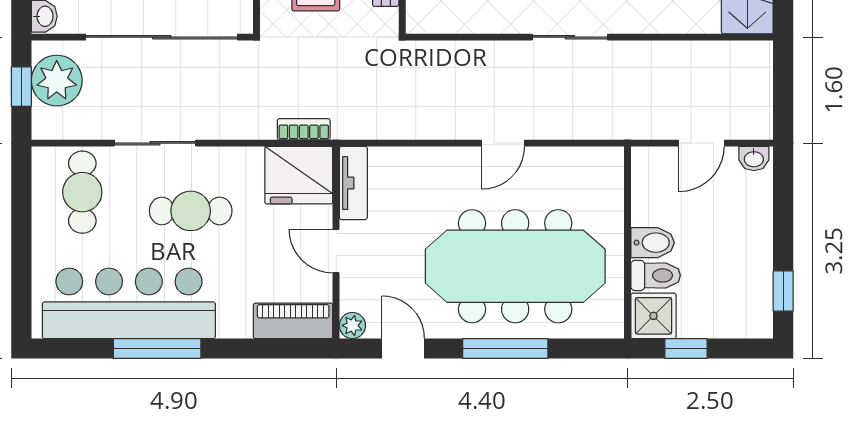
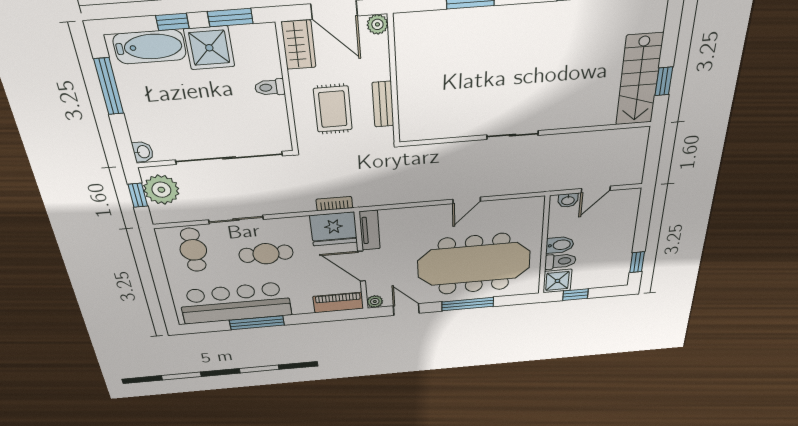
washbasin: (754, 159) -> (568, 200), moved
door: (336, 251) -> (362, 266), width x1.38

